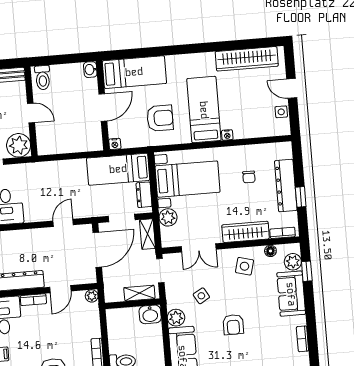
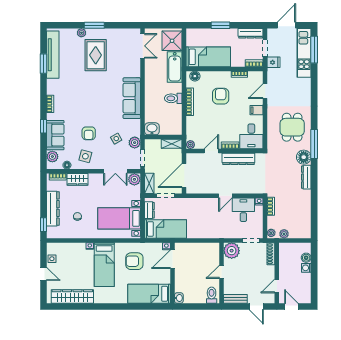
door: (103, 108) -> (172, 259), moved
door: (31, 113) -> (221, 272), hinge flipped
window: (301, 197) -> (43, 225), moved
plant: (168, 217) -> (134, 179), moved
door: (63, 223) -> (225, 196), moved
wardrobe: (246, 232) -> (78, 179), width x0.67
double door: (199, 248) -> (115, 171), swing flipped
window: (307, 271) -> (43, 126), moved
shelving: (139, 293) -> (172, 144), moved
plant: (176, 318) -> (135, 143), moved
armchair: (233, 325) -> (89, 133), moved, turned 180

